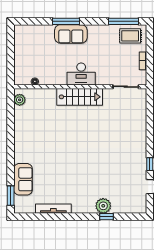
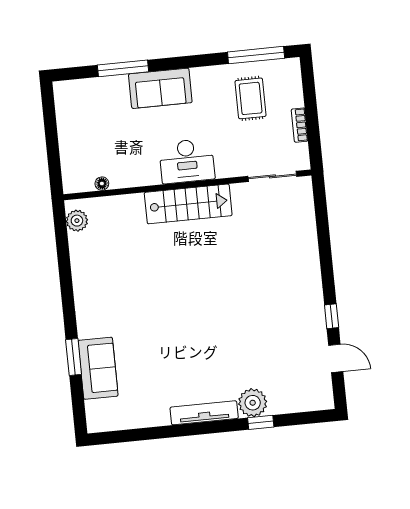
window: (66, 21) -> (123, 68), moved
rug: (130, 36) -> (251, 98), moved, turned 90
window: (11, 196) -> (74, 357), moved
tv unit: (53, 209) -> (204, 413), moved

